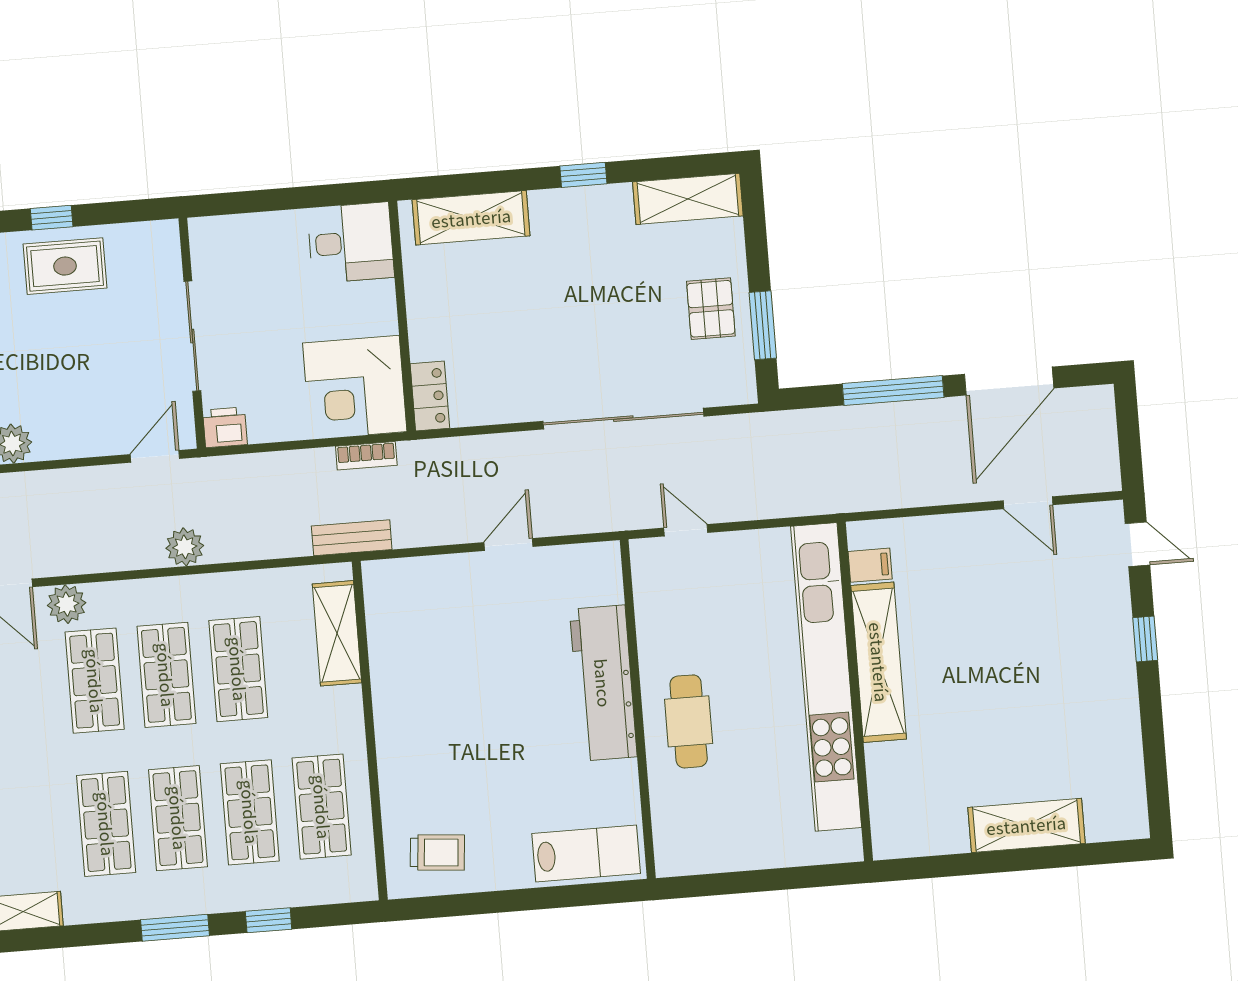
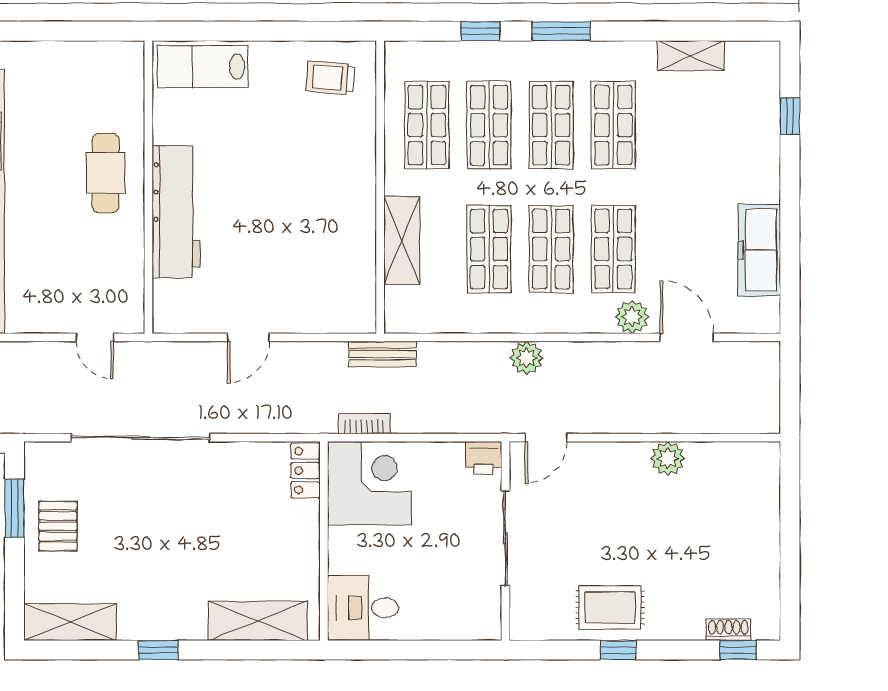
shelving: (337, 633) -> (402, 240), moved

